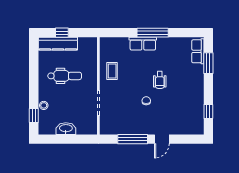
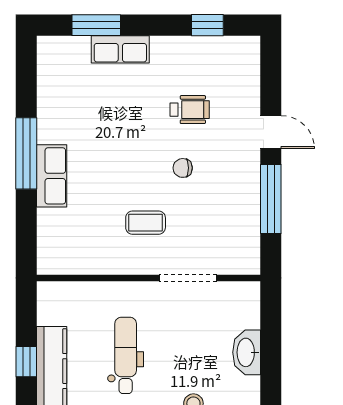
row of seats: (198, 51) -> (120, 49), moved
coffee table: (112, 71) -> (146, 223), moved
wheelchair: (160, 80) -> (190, 110), moved

